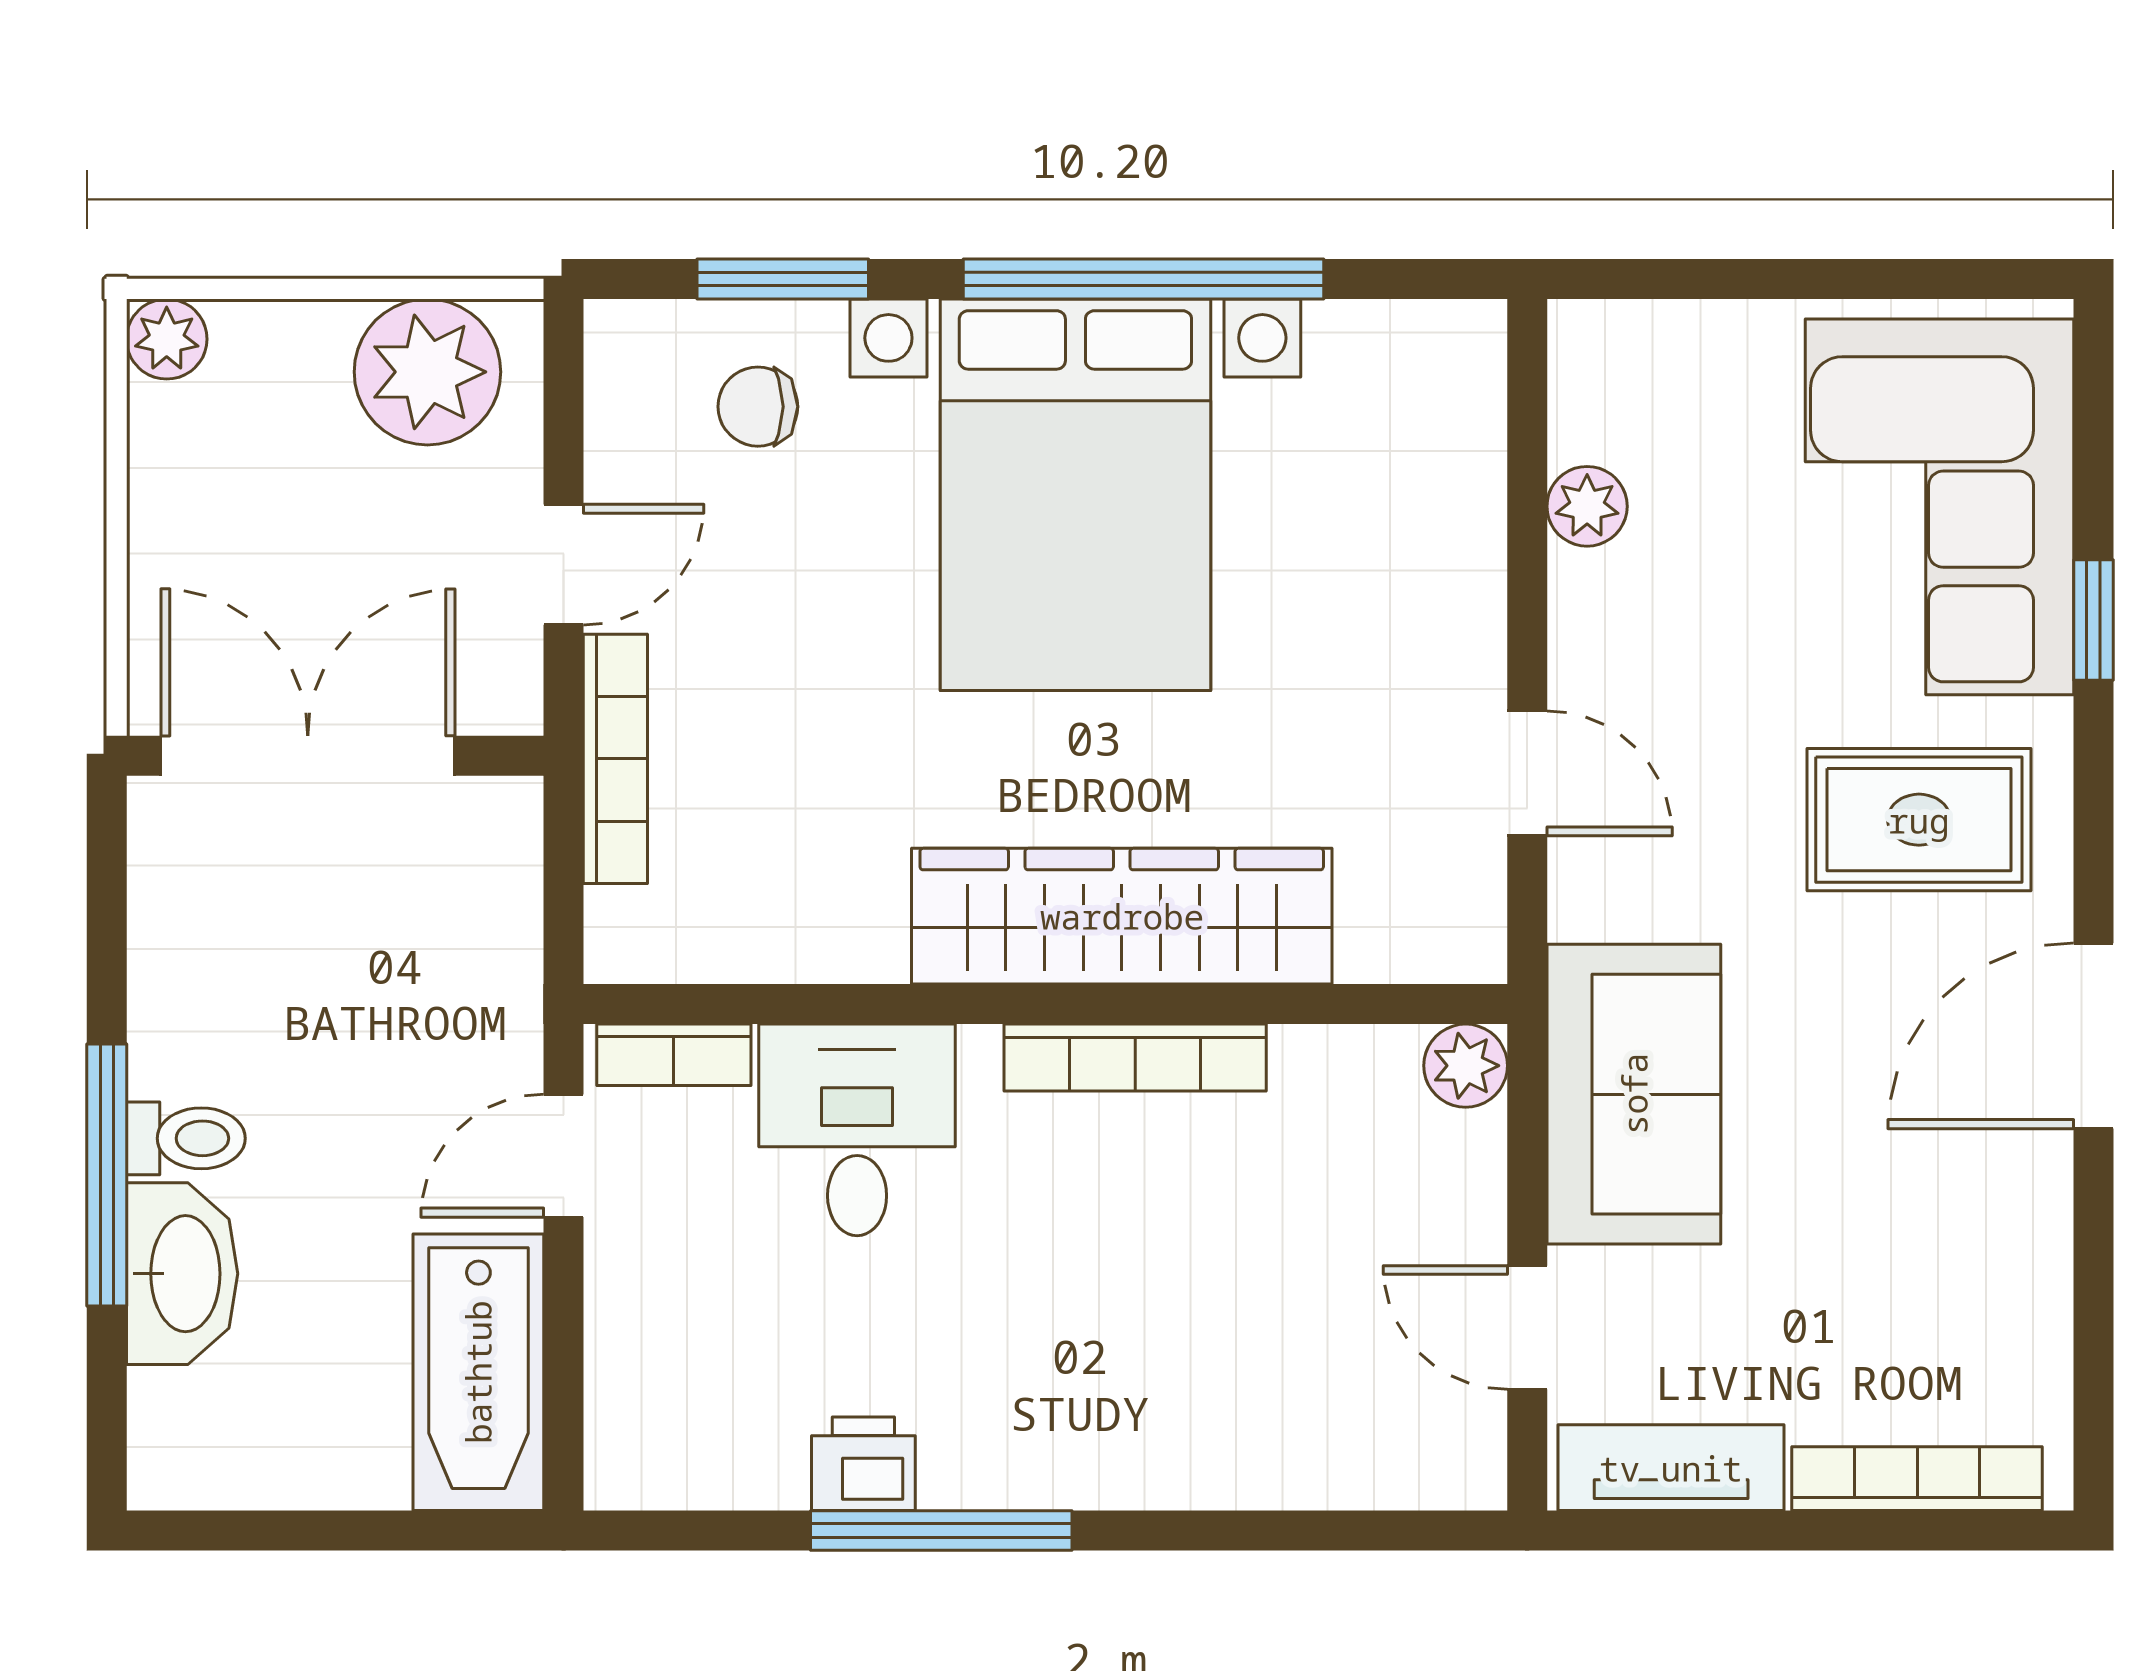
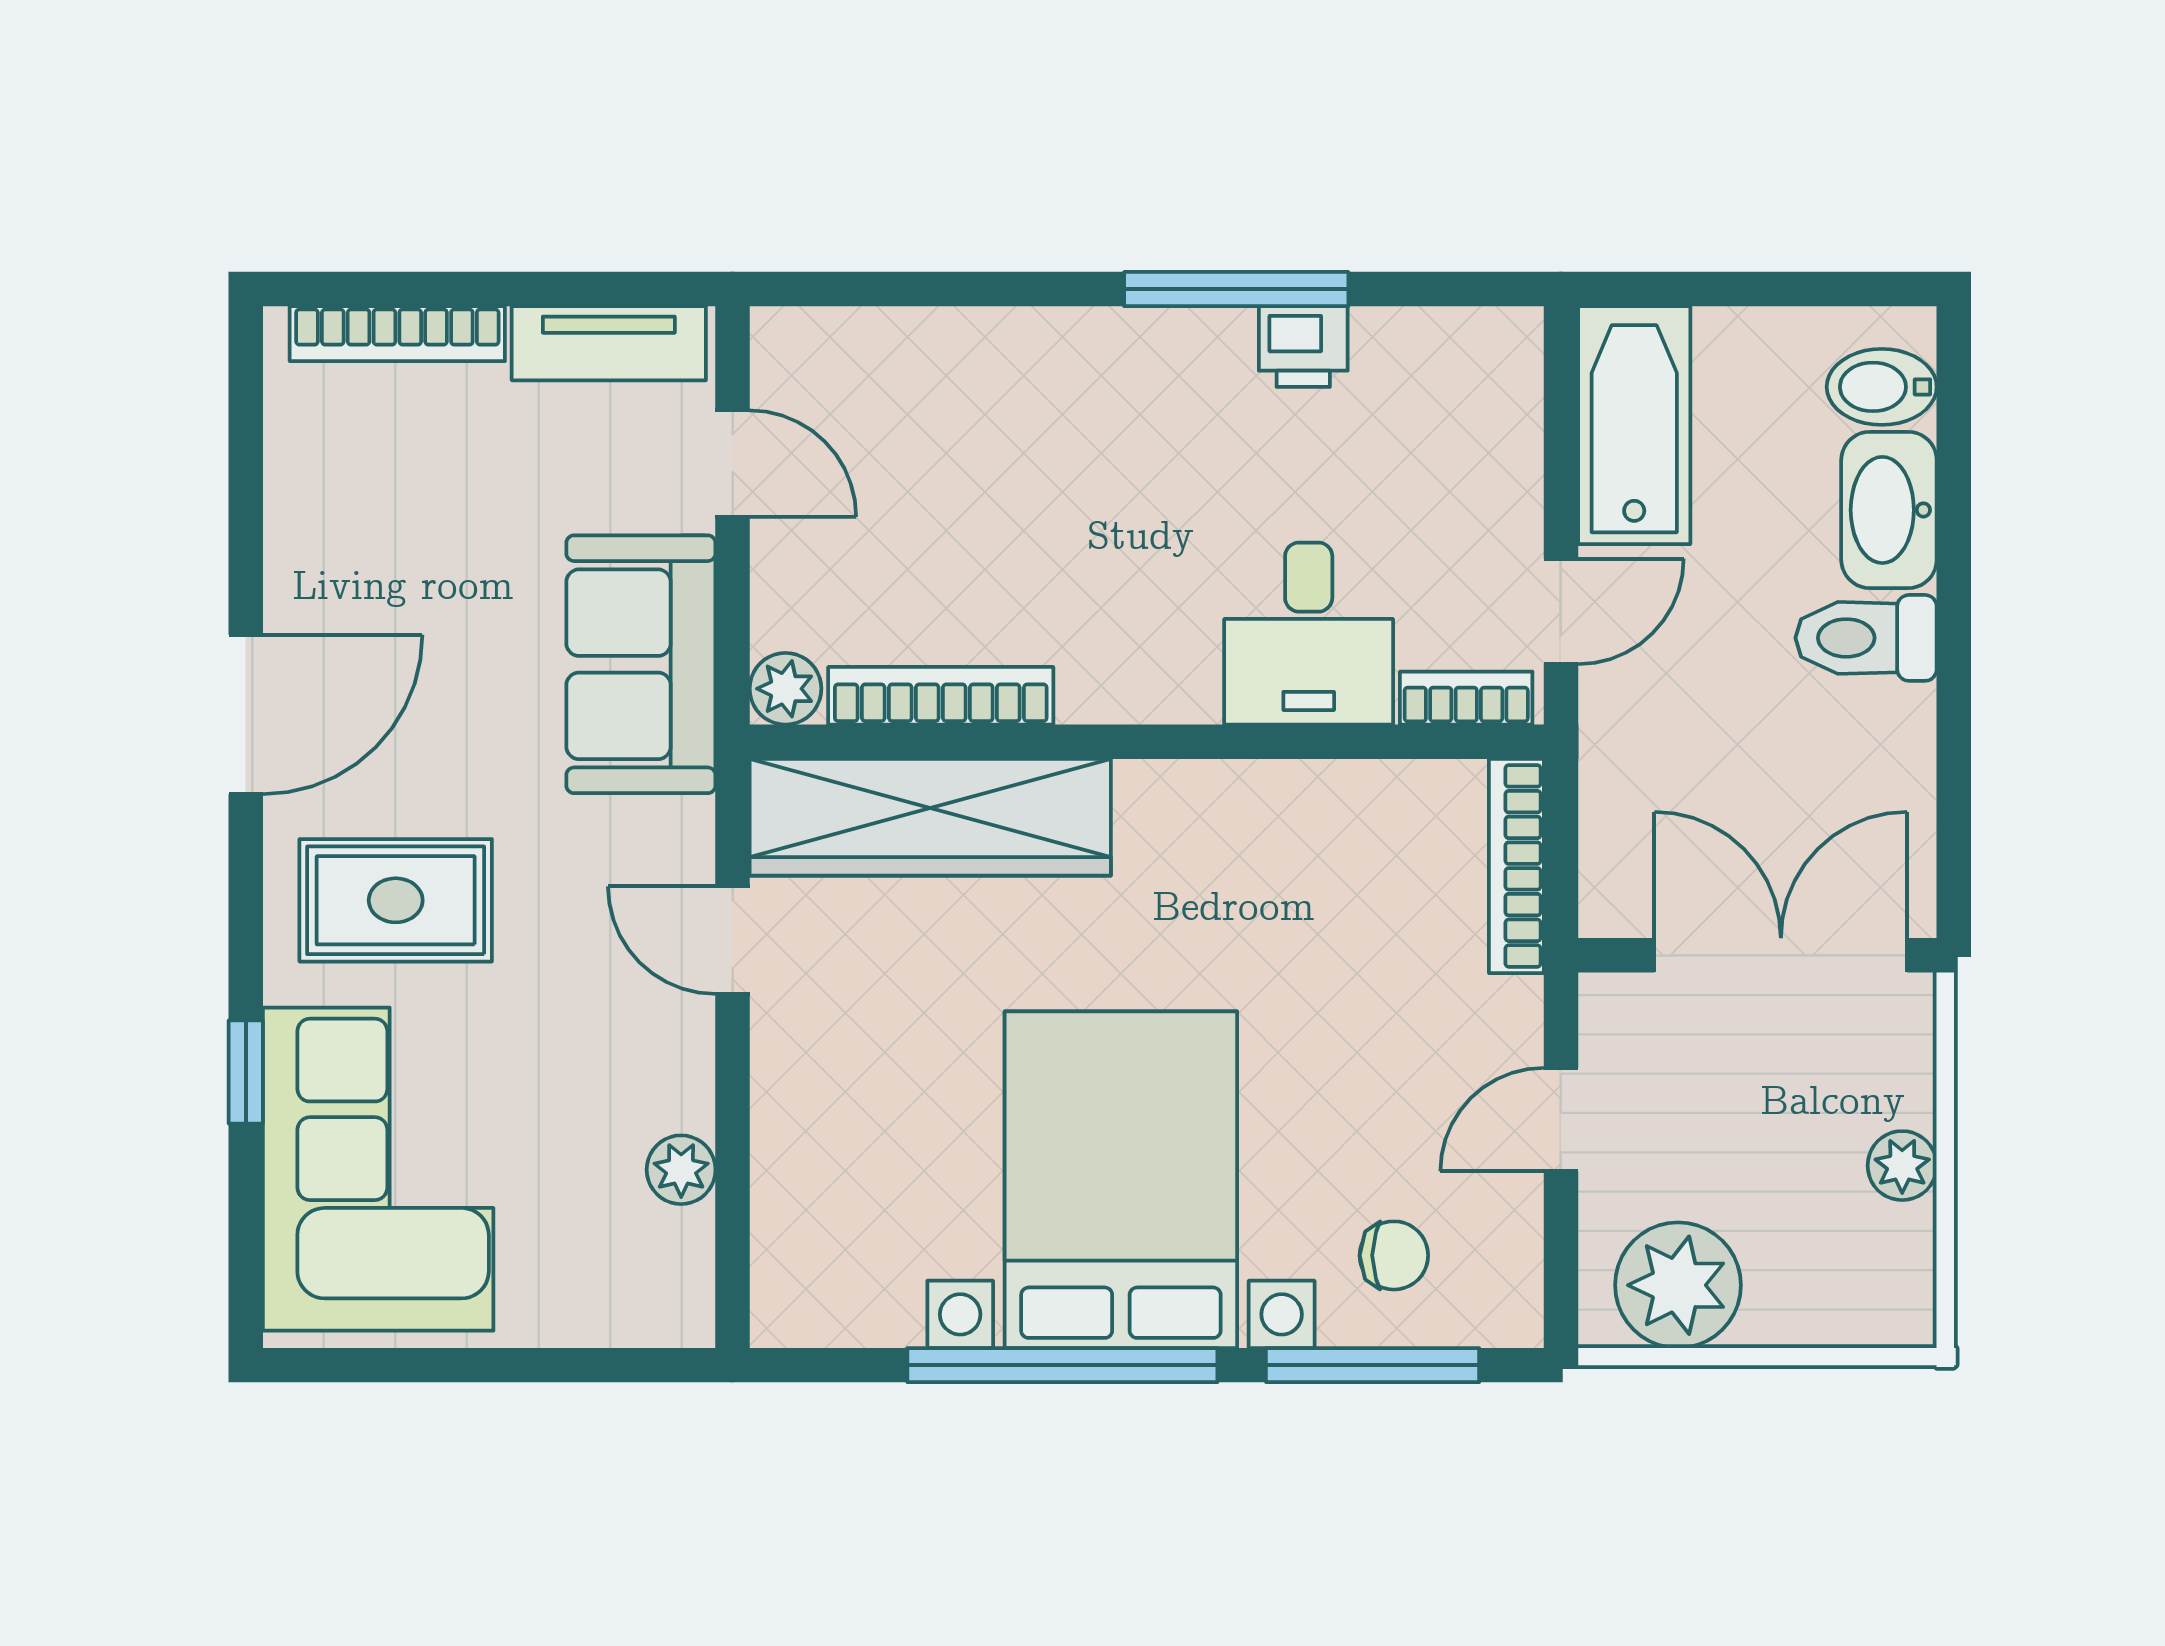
window: (783, 279) -> (1373, 1365), width x1.44
plant: (167, 339) -> (1902, 1166), moved
double door: (308, 756) -> (1781, 955), swing flipped
bookcase: (615, 759) -> (1516, 866), moved
wardrobe: (1122, 916) -> (930, 817), moved
bookcase: (1135, 1057) -> (941, 696), moved
toilet: (186, 1138) -> (1866, 638), width x1.37, depth x1.39
window: (107, 1175) -> (1954, 595), removed
bidet: (191, 1417) -> (1882, 387), added

